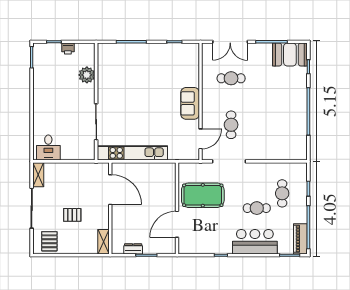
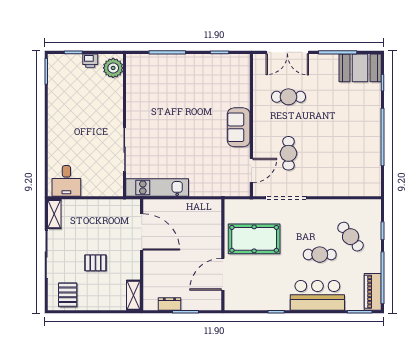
plant: (87, 75) -> (113, 68), moved
kitchen unit: (132, 153) -> (157, 187), width x0.73
cafe table: (282, 193) -> (351, 237), turned -38

